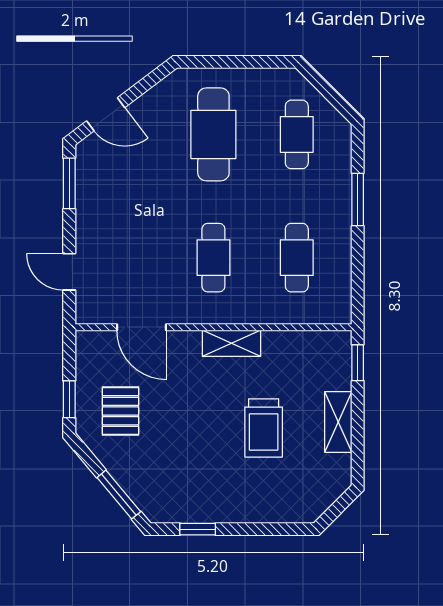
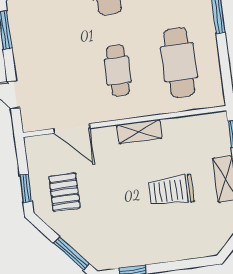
cafe table: (297, 258) -> (179, 62), width x1.37, depth x1.35
trolley: (264, 428) -> (171, 191), turned 90

